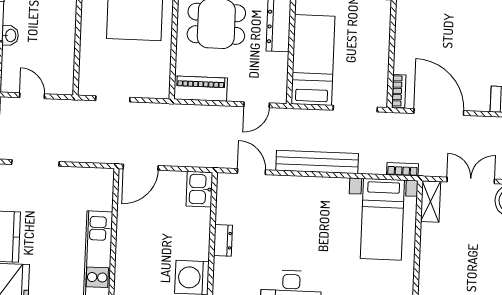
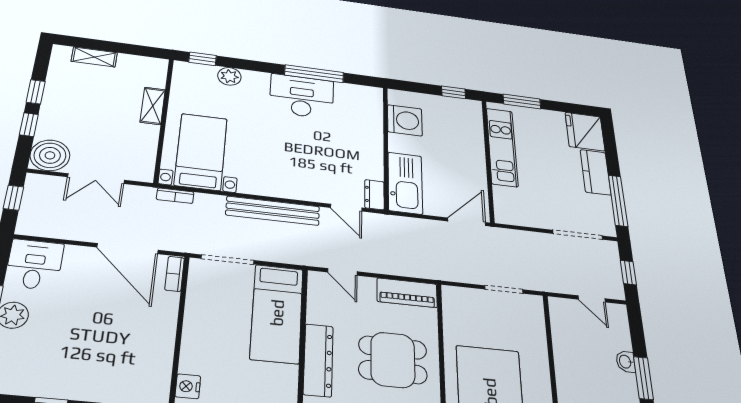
door: (257, 105) -> (342, 272), swing flipped
kitchen sink: (199, 189) -> (405, 183), width x1.87, depth x1.24
shelving: (431, 201) -> (153, 106), moved
dresser: (223, 240) -> (374, 195), moved

